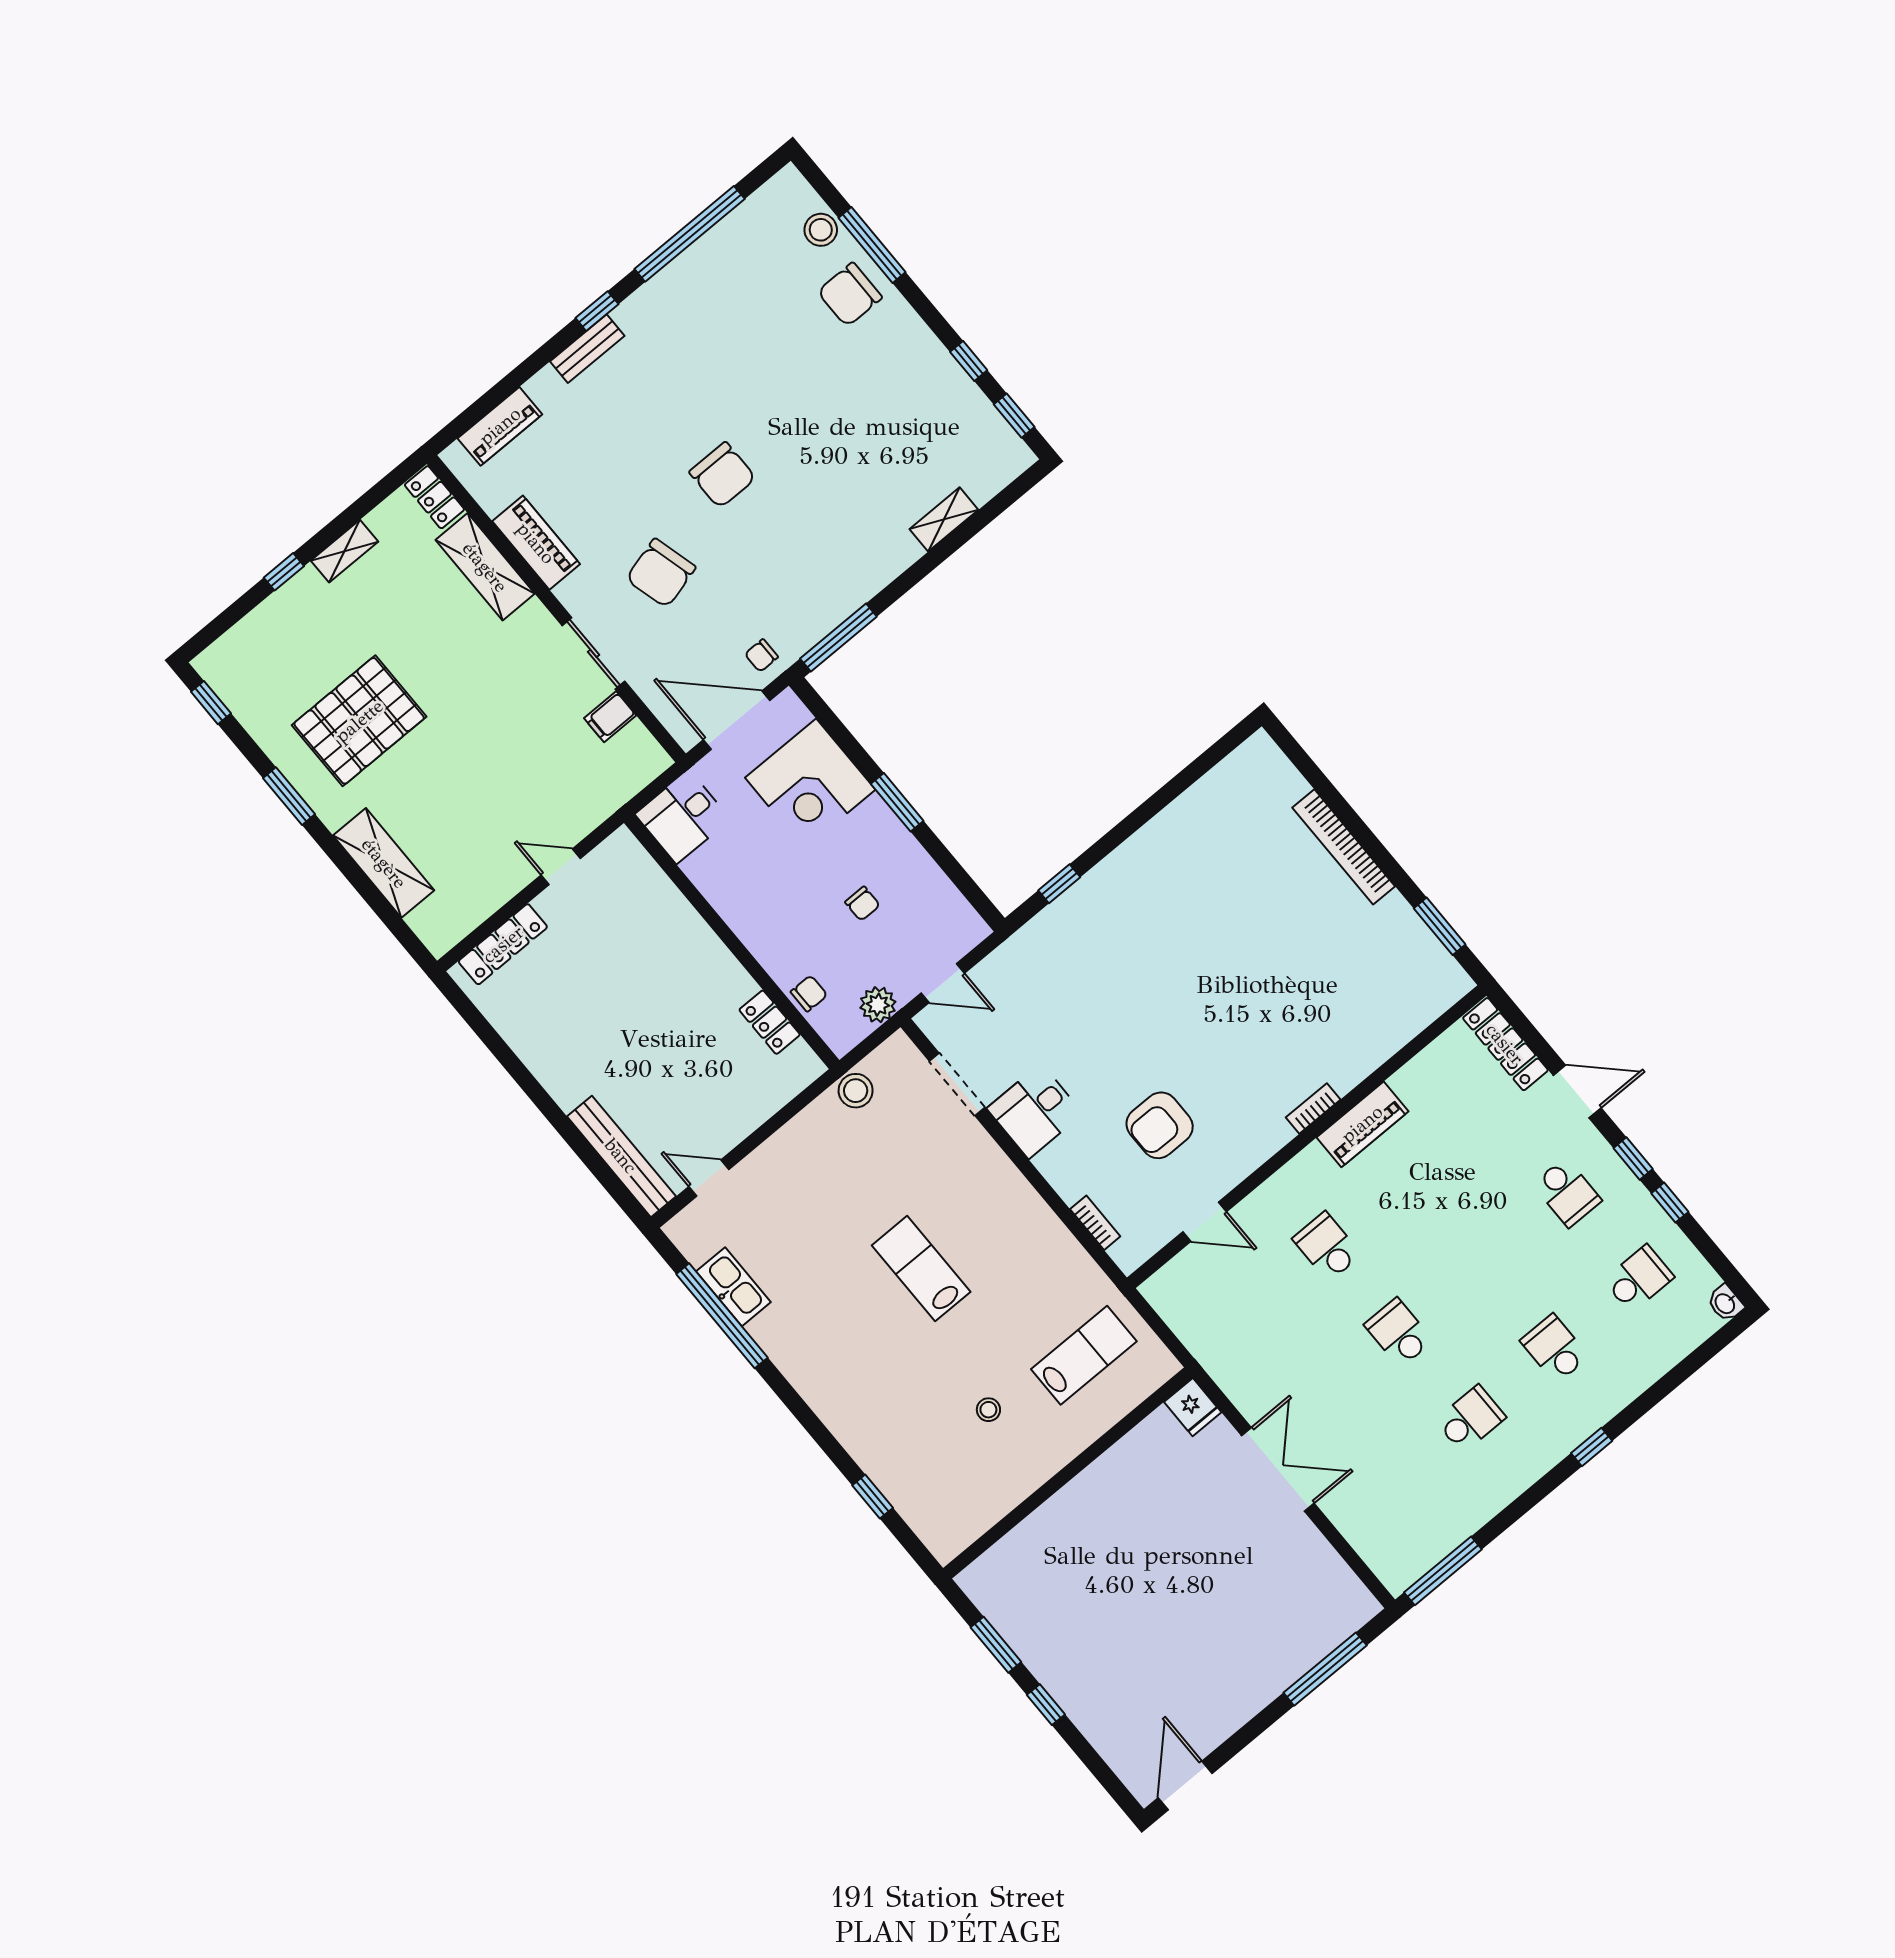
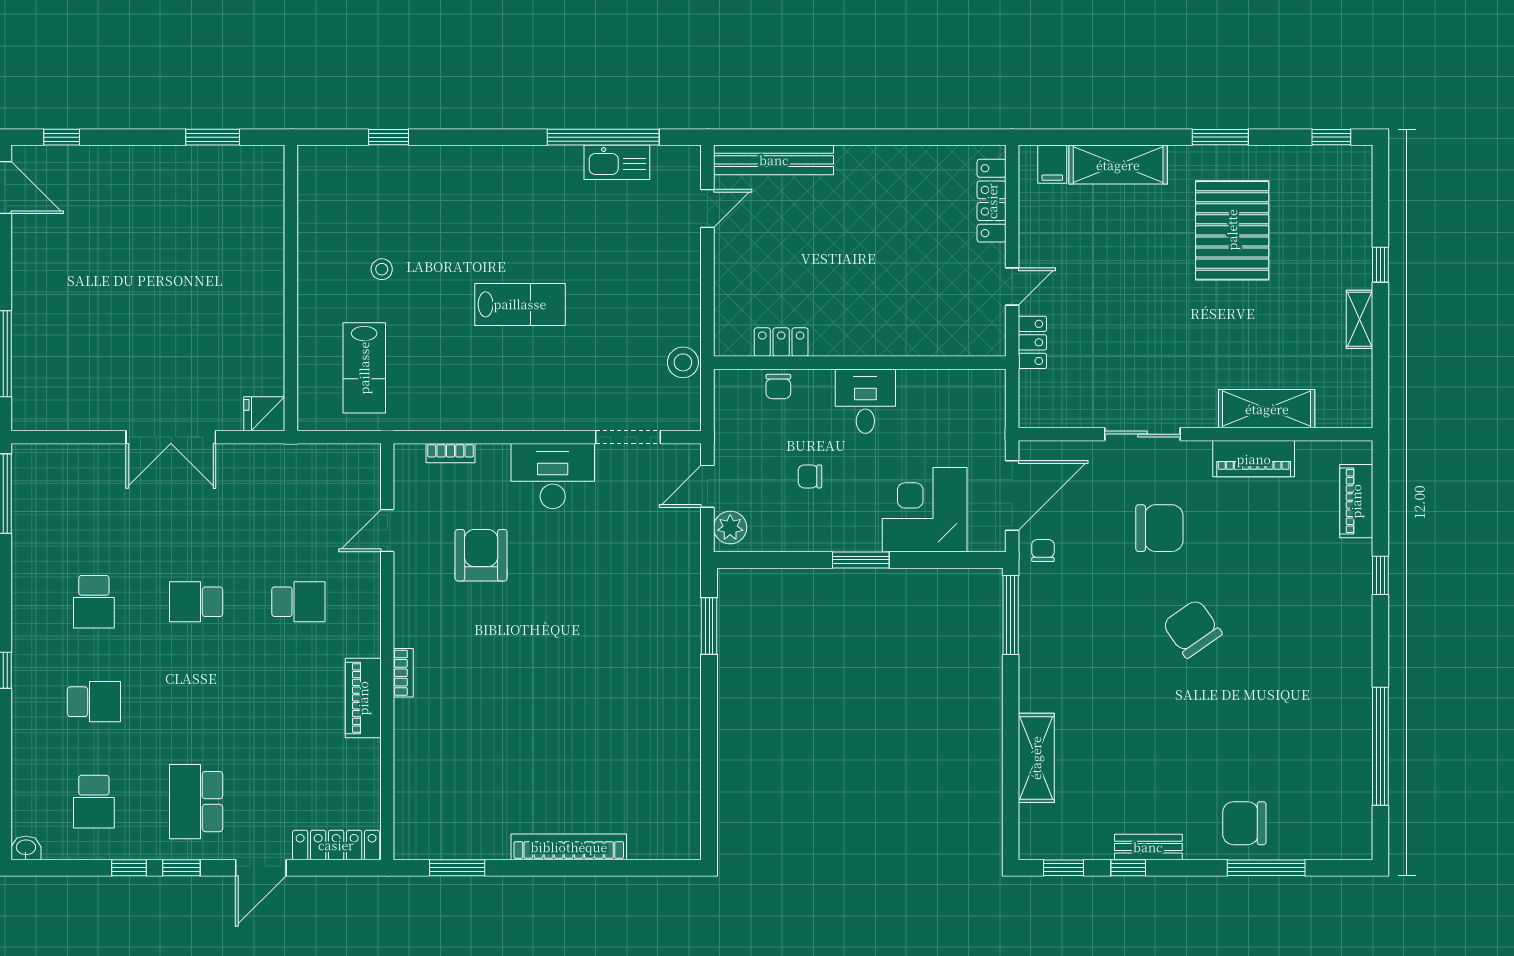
stool: (821, 230) -> (1307, 841), removed
chair: (850, 295) -> (1244, 823), turned -90
window: (597, 311) -> (1380, 575), moved
bench: (587, 349) -> (1148, 847), moved, turned 90
chair: (722, 475) -> (1192, 629), turned 55
locker: (434, 497) -> (1032, 342), moved, turned 90
shelving: (944, 519) -> (1036, 758), width x1.50, depth x1.33
chair: (661, 573) -> (1159, 528), turned 105
filing cabinet: (610, 717) -> (1052, 164), moved, turned 180
desk: (683, 817) -> (865, 401), moved
window: (1059, 884) -> (709, 626), width x1.50
plant: (878, 1005) -> (730, 527), moved
desk: (1035, 1111) -> (553, 476), width x1.37
school desk: (1567, 1192) -> (196, 802), width x1.85
school desk: (1399, 1333) -> (196, 602), turned 180
window: (1046, 1705) -> (62, 137), moved

